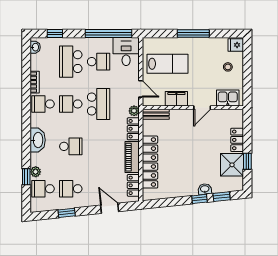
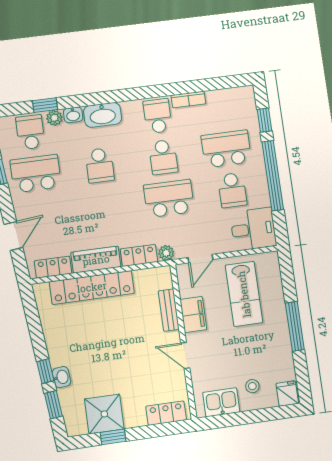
window: (108, 34) -> (273, 176), moved
washbasin: (35, 47) -> (73, 115), moved
kitchen sink: (228, 98) -> (221, 402), moved, turned -90
school desk: (71, 104) -> (163, 157), turned 180
school desk: (99, 104) -> (169, 198), turned 180
bench: (156, 114) -> (169, 310), moved
locker: (237, 140) -> (166, 413), moved
school desk: (71, 189) -> (36, 174), width x1.85

